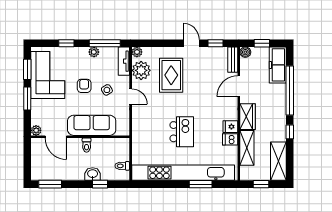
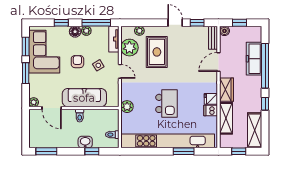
plant: (137, 52) -> (139, 31), moved
floor lamp: (81, 53) -> (75, 32), added
freezer: (278, 65) -> (254, 59), moved
plant: (138, 135) -> (127, 107), added

